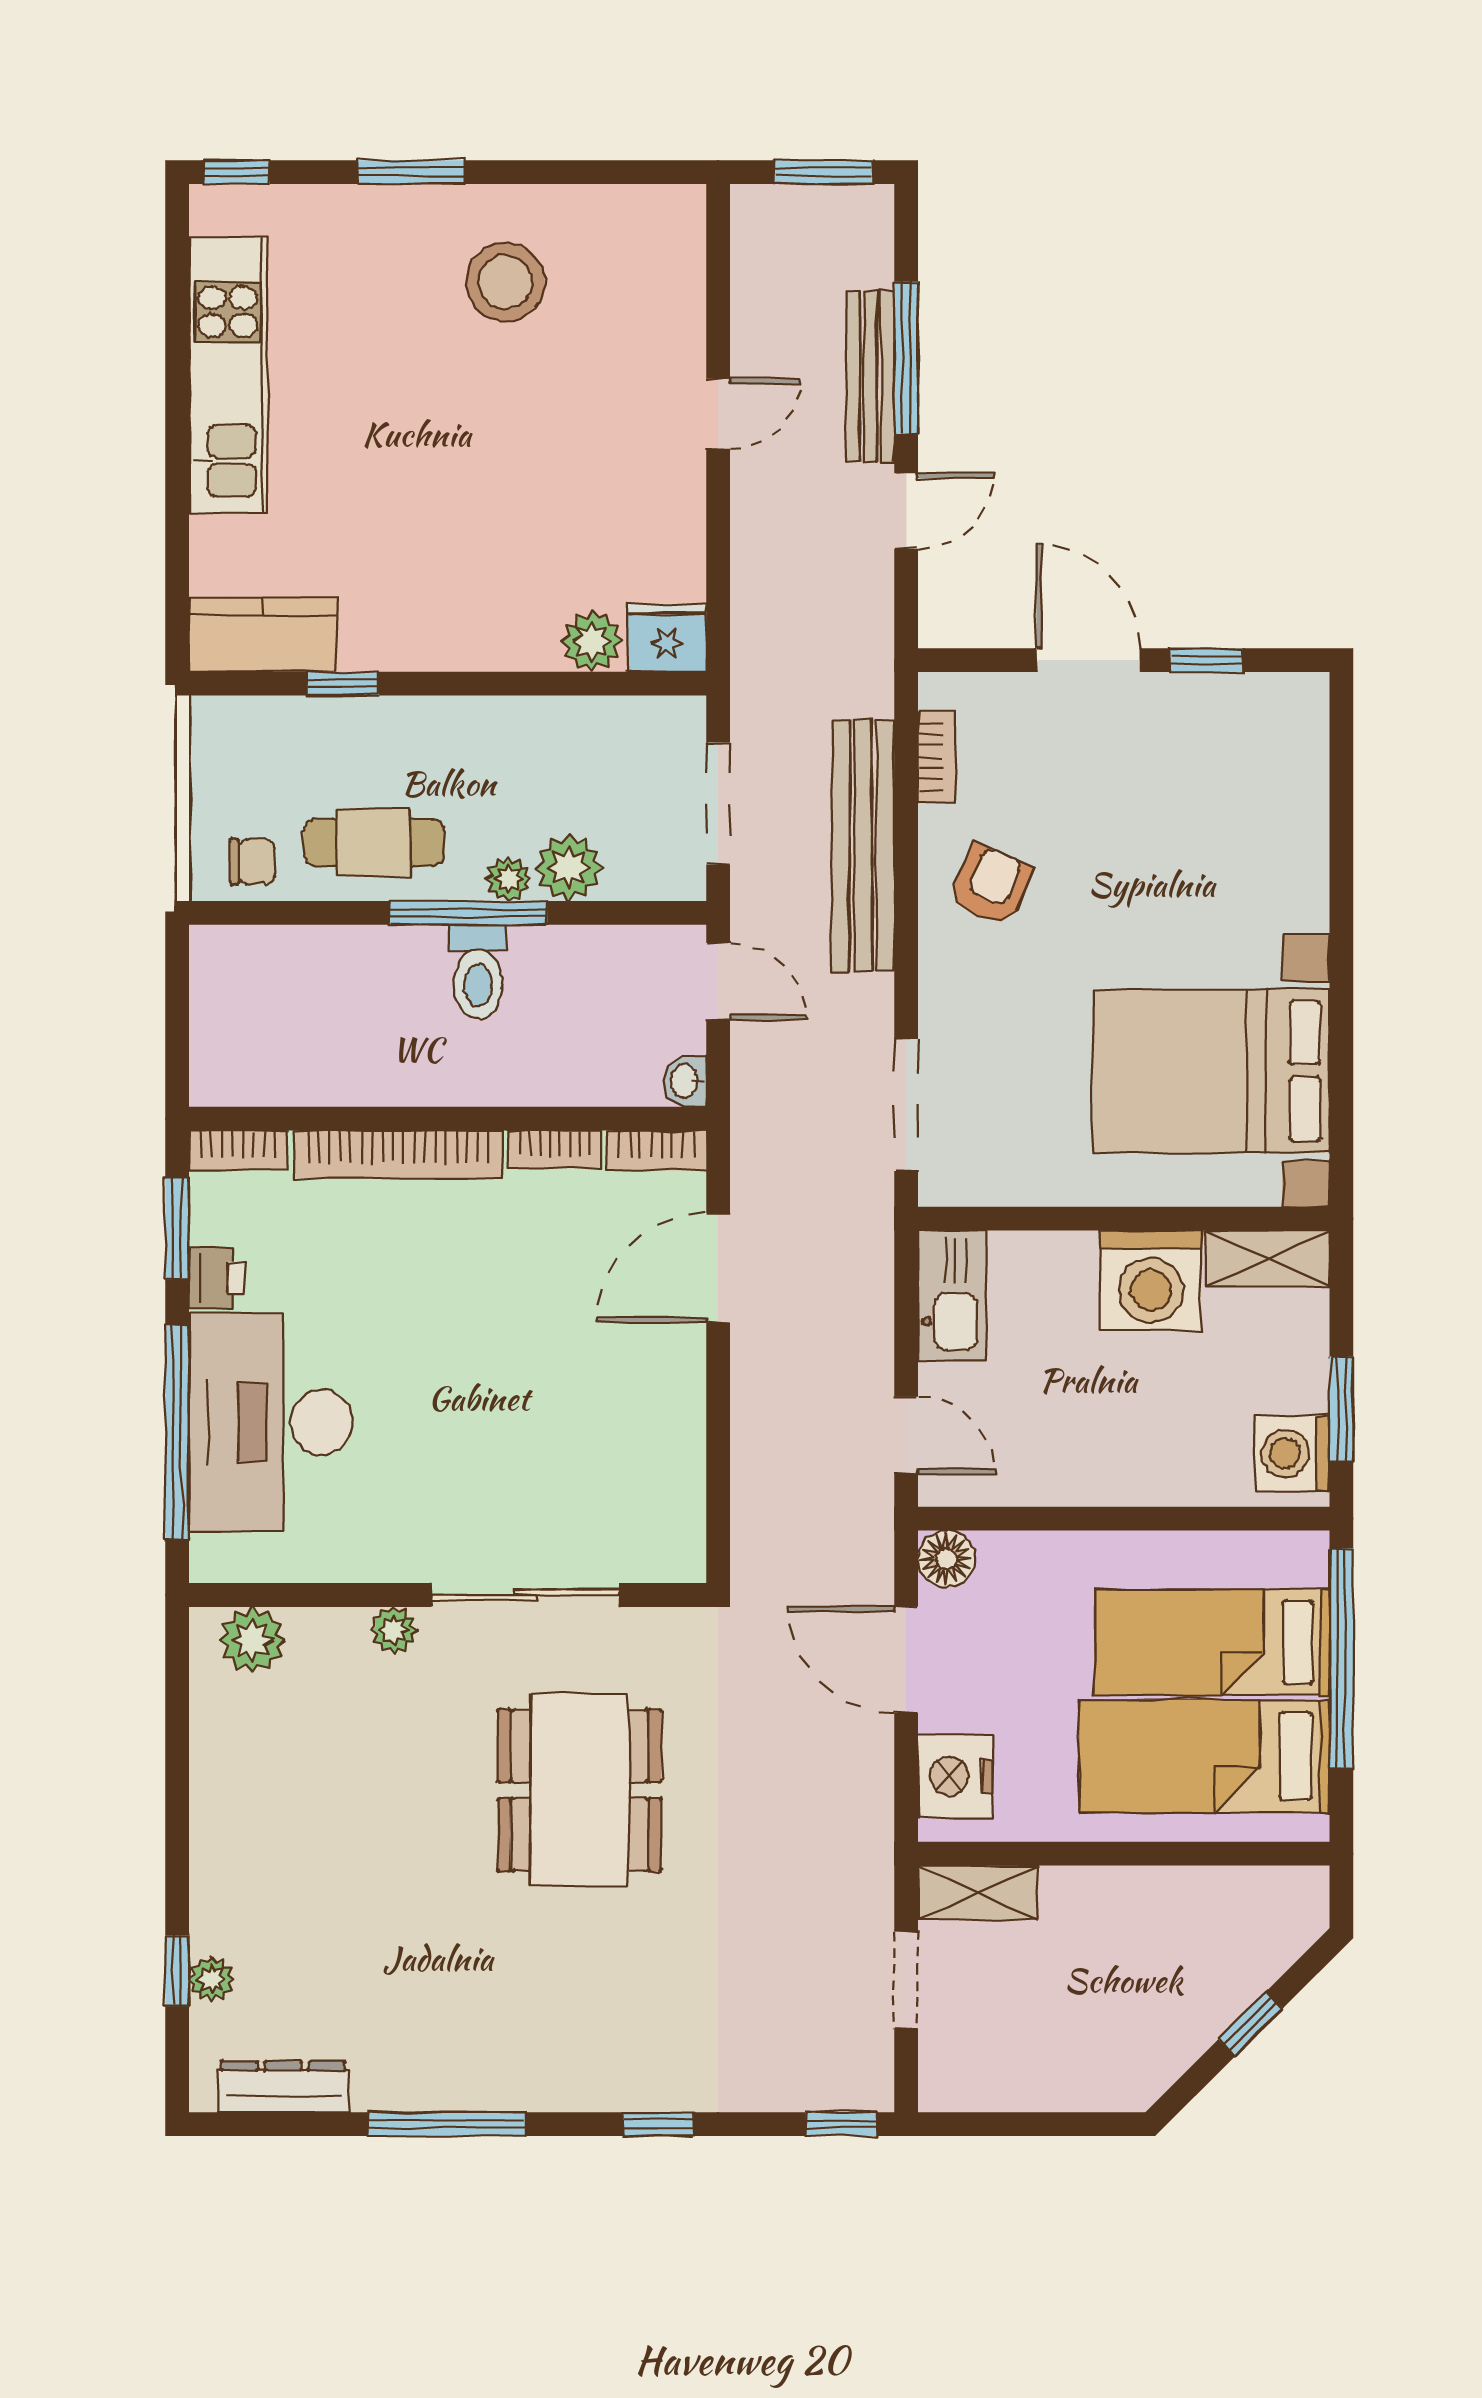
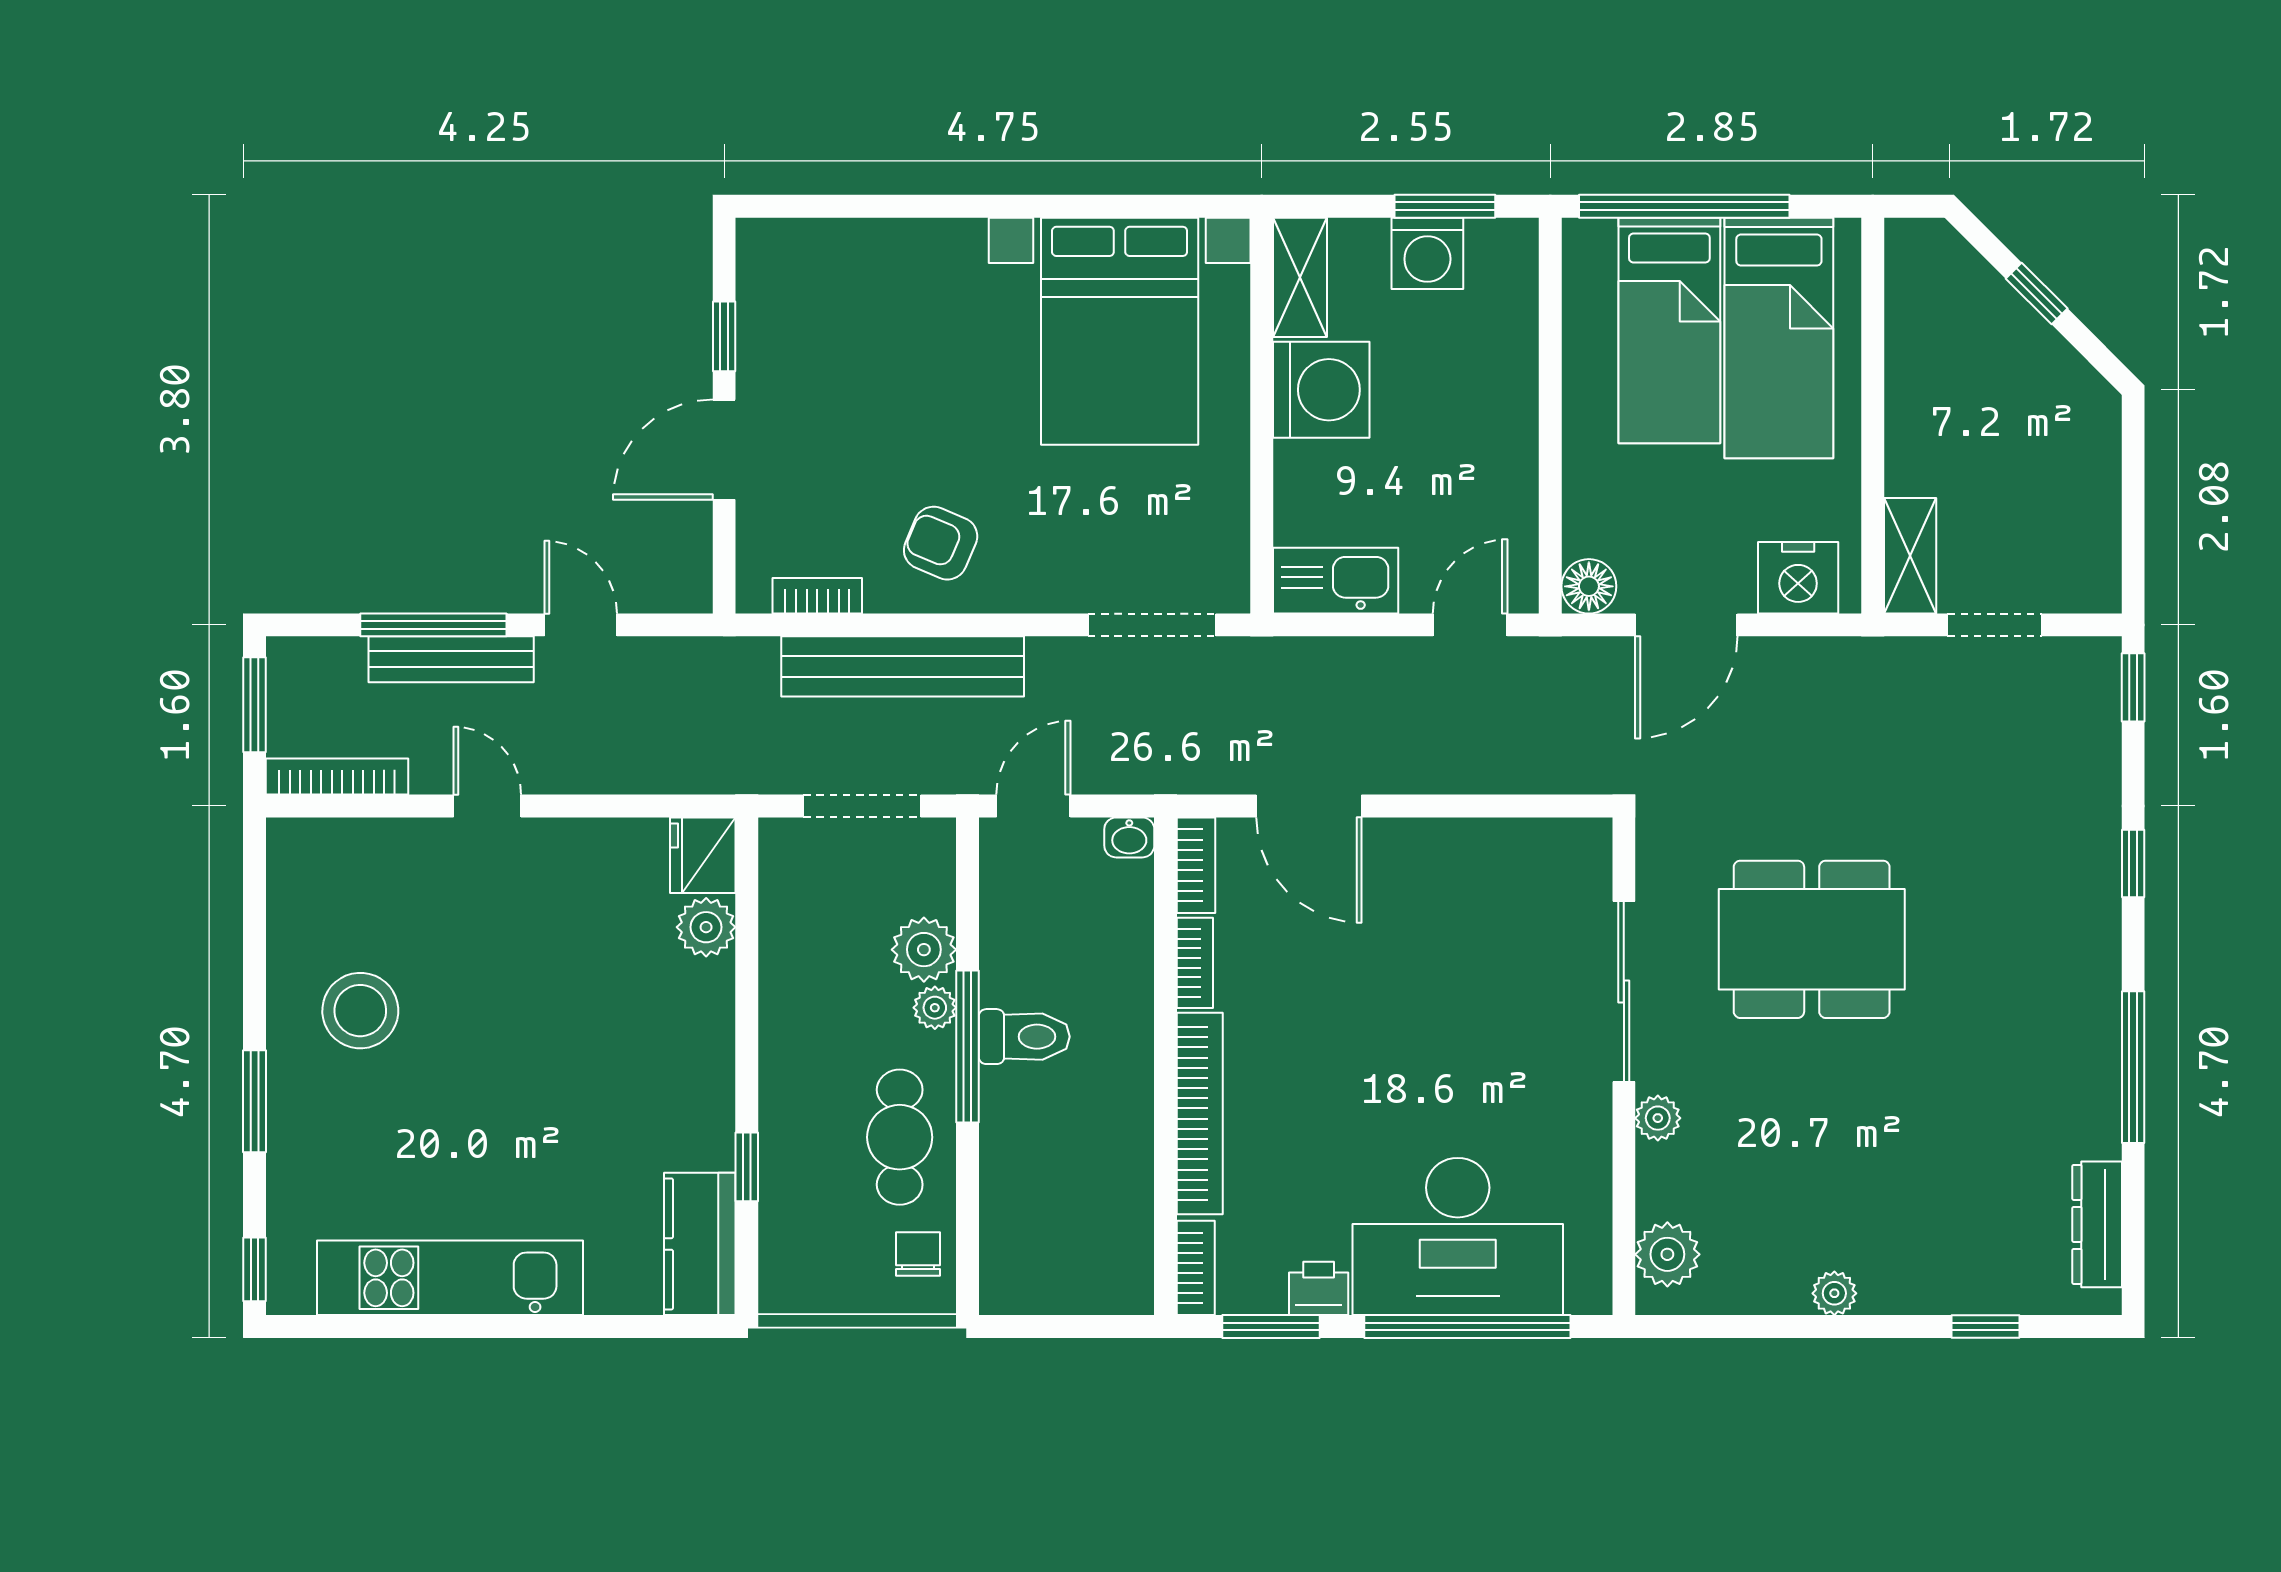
bookcase: (749, 258) -> (337, 776), added
washing machine: (1292, 1453) -> (1427, 253), moved
plant: (212, 1979) -> (1834, 1293), moved

